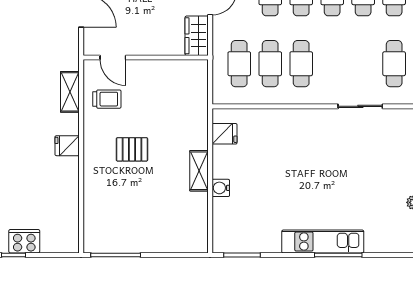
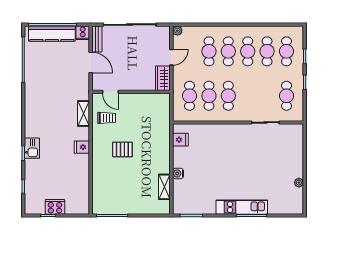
shelving: (199, 171) -> (164, 187), moved

